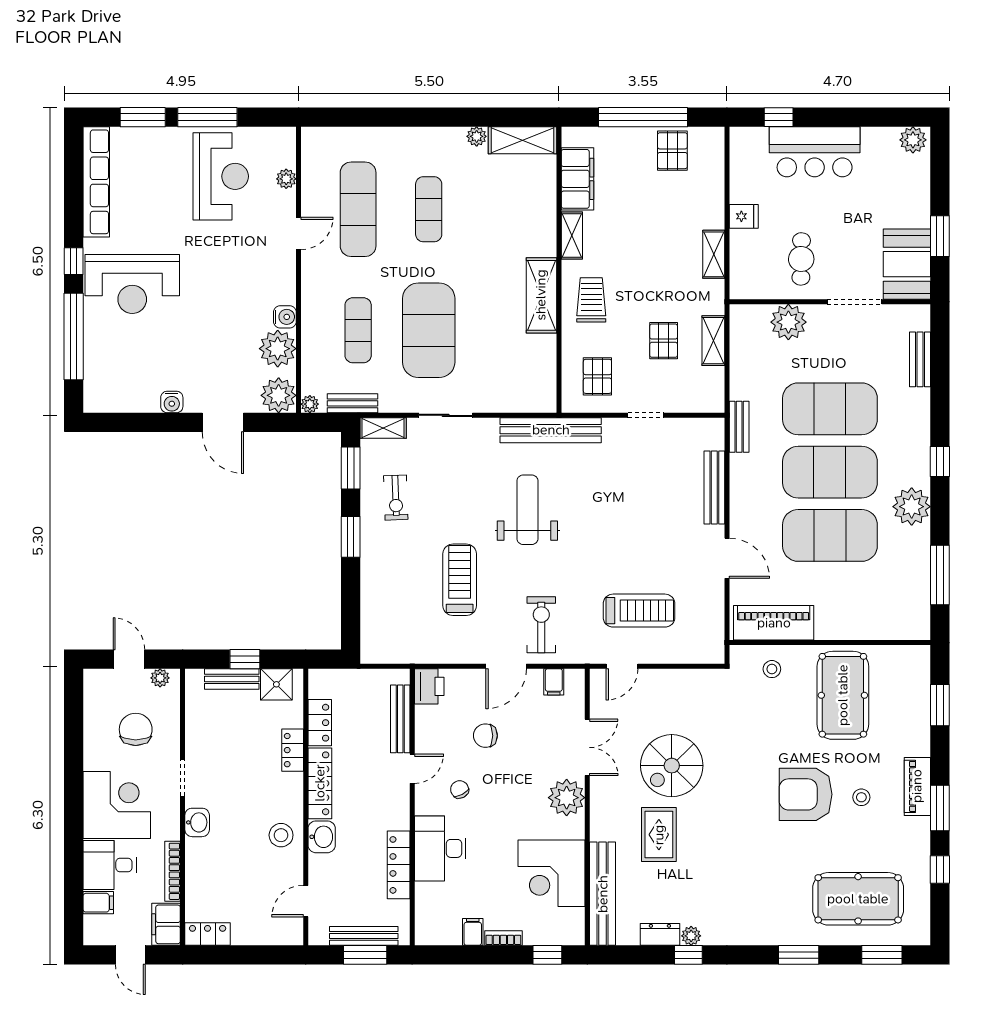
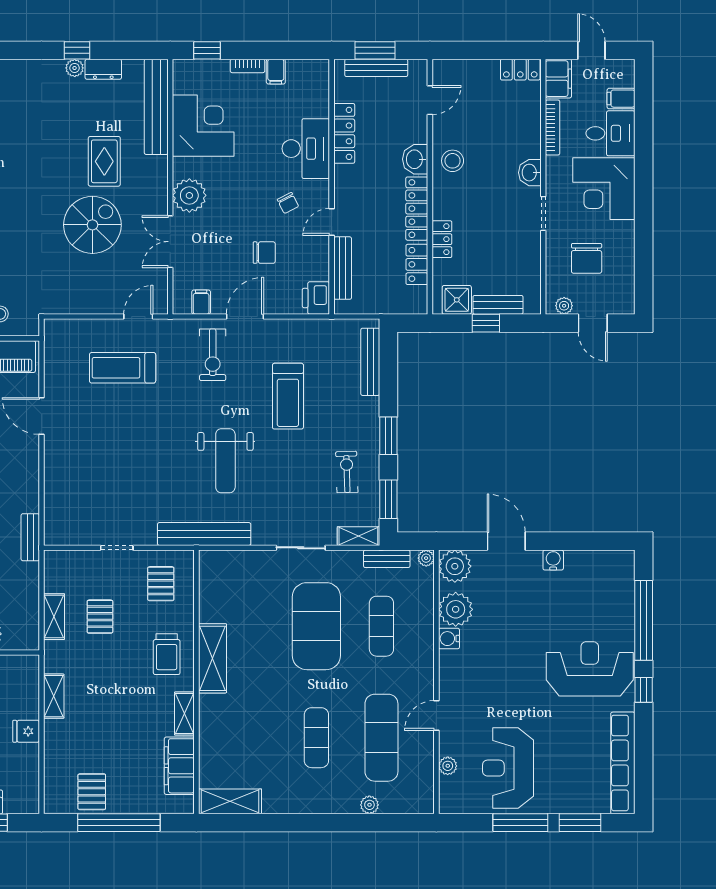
plant: (477, 136) -> (369, 805), moved
bench: (714, 488) -> (370, 362), moved

